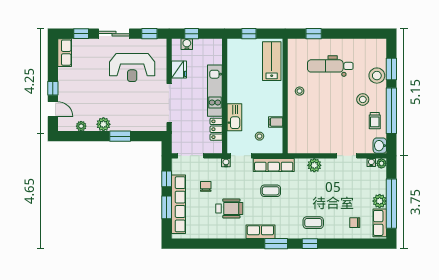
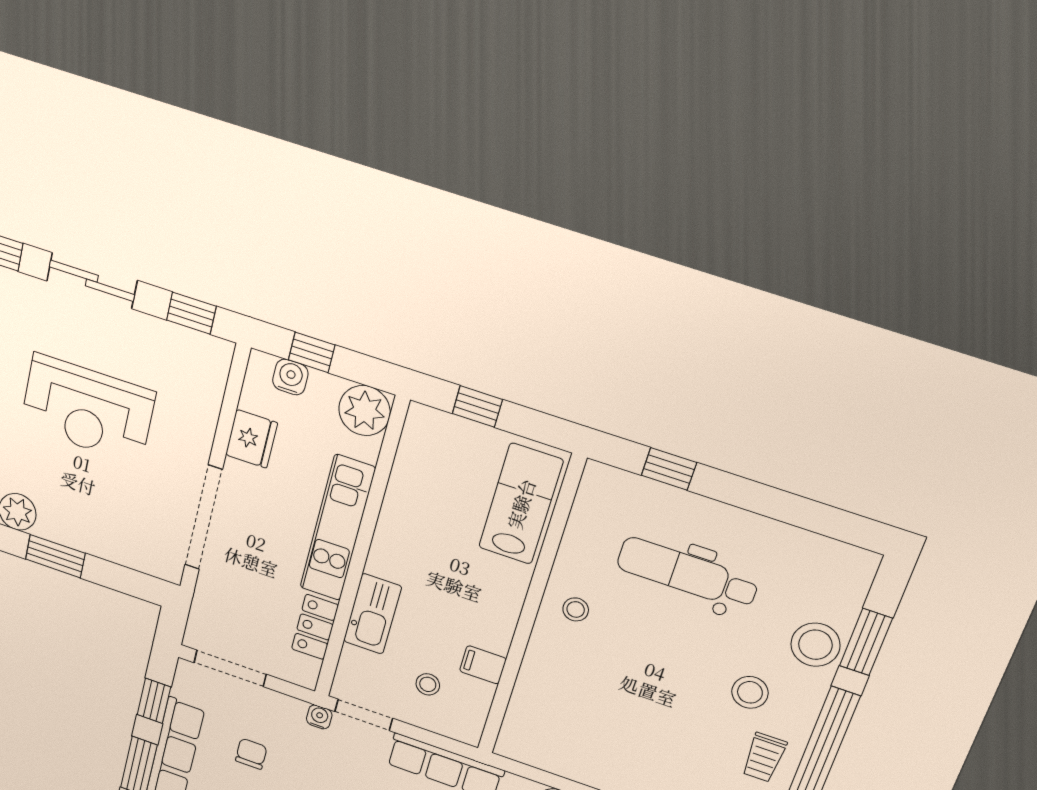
plant: (214, 47) -> (365, 411), added
reception desk: (132, 67) -> (88, 409), moved

